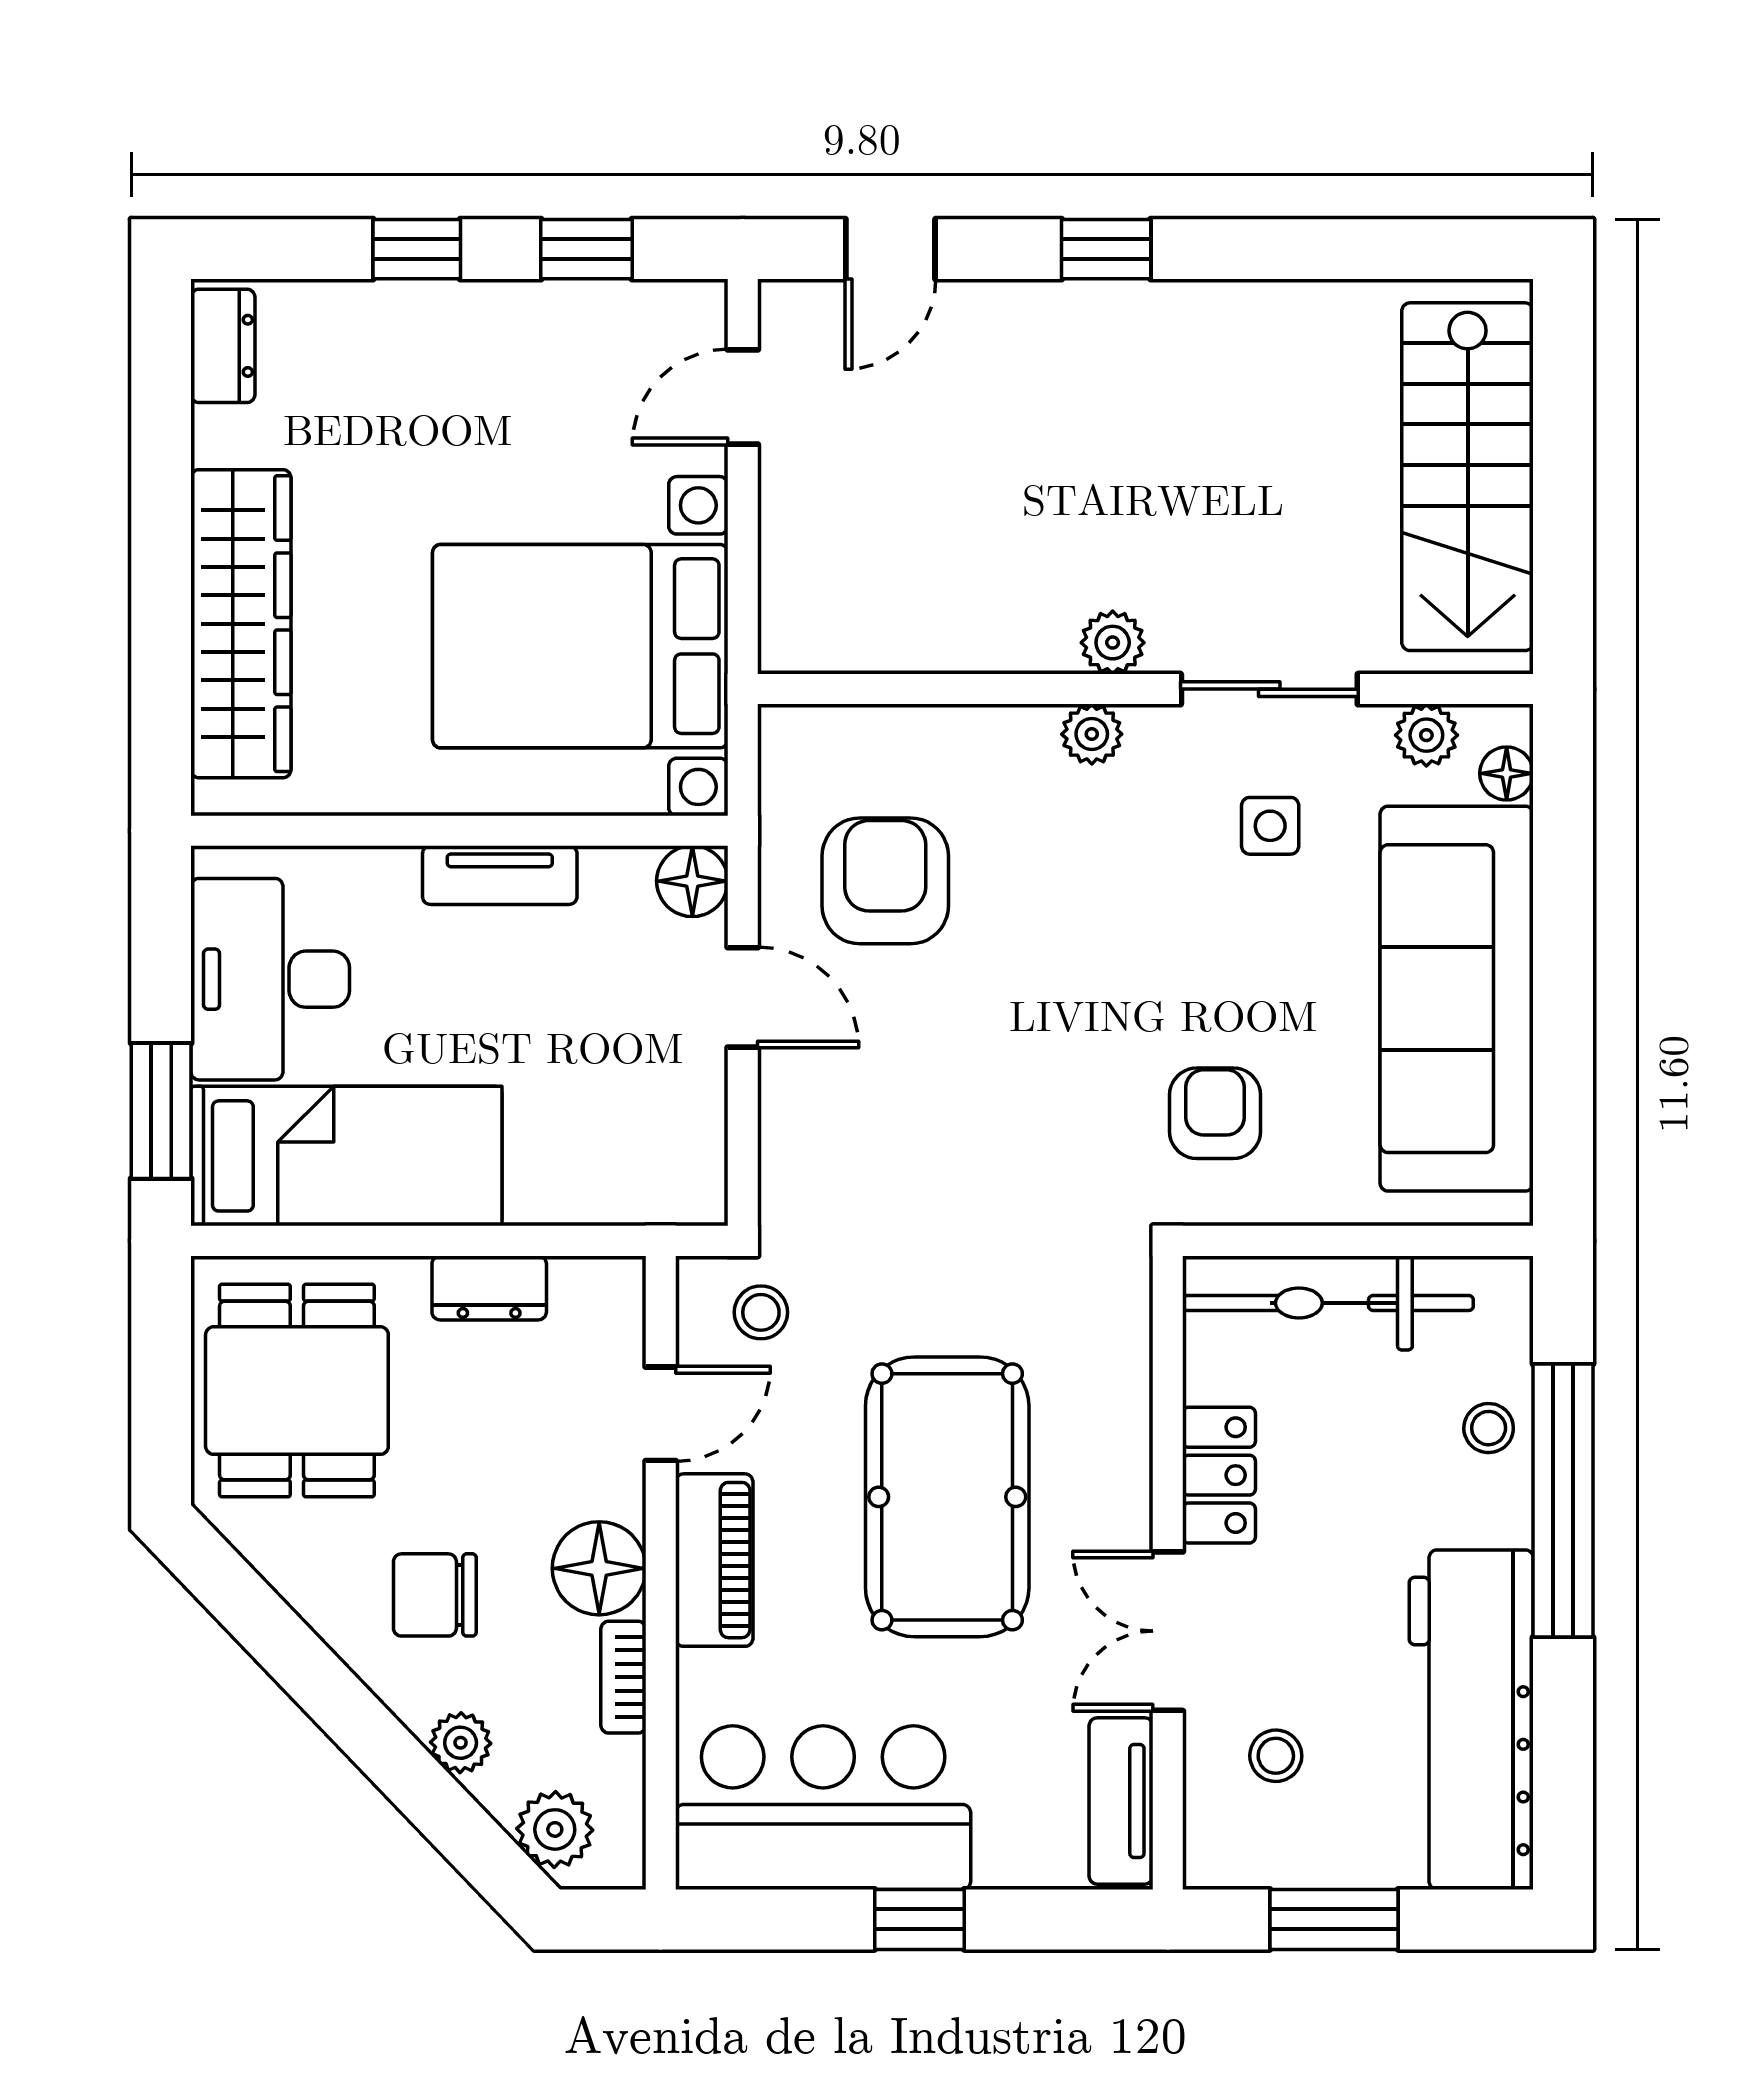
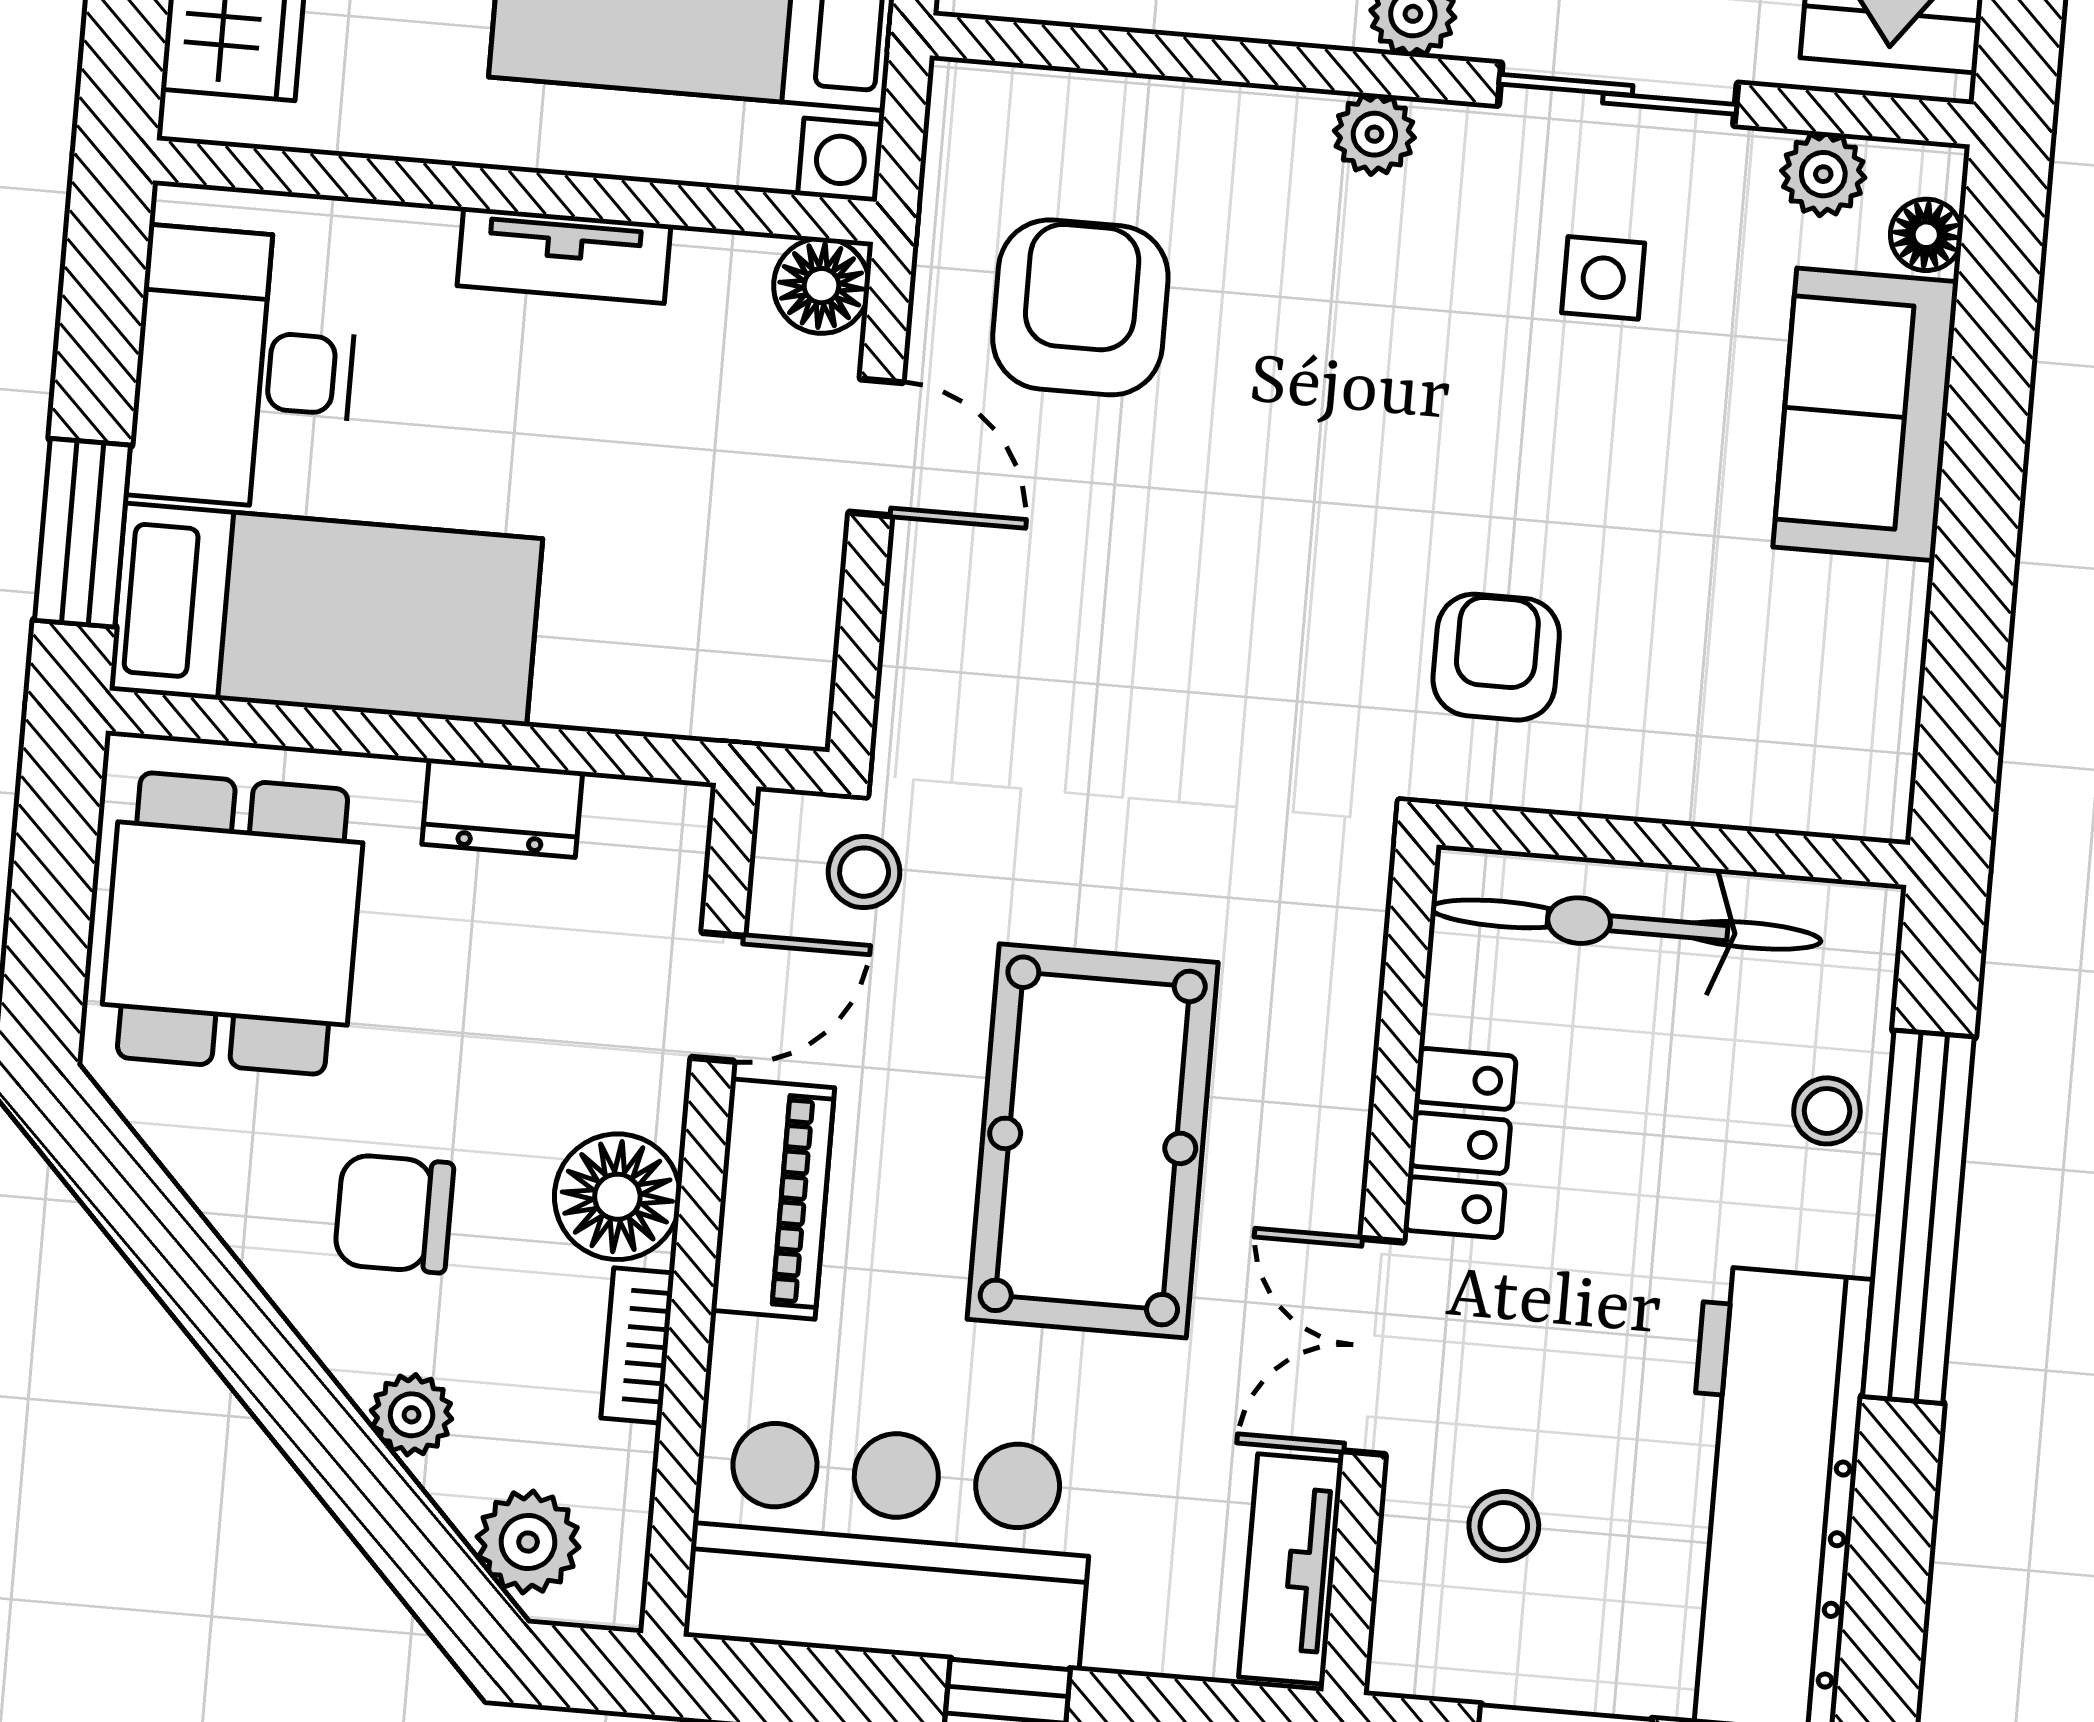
sofa: (1457, 999) -> (1866, 414), width x0.54, depth x0.79

